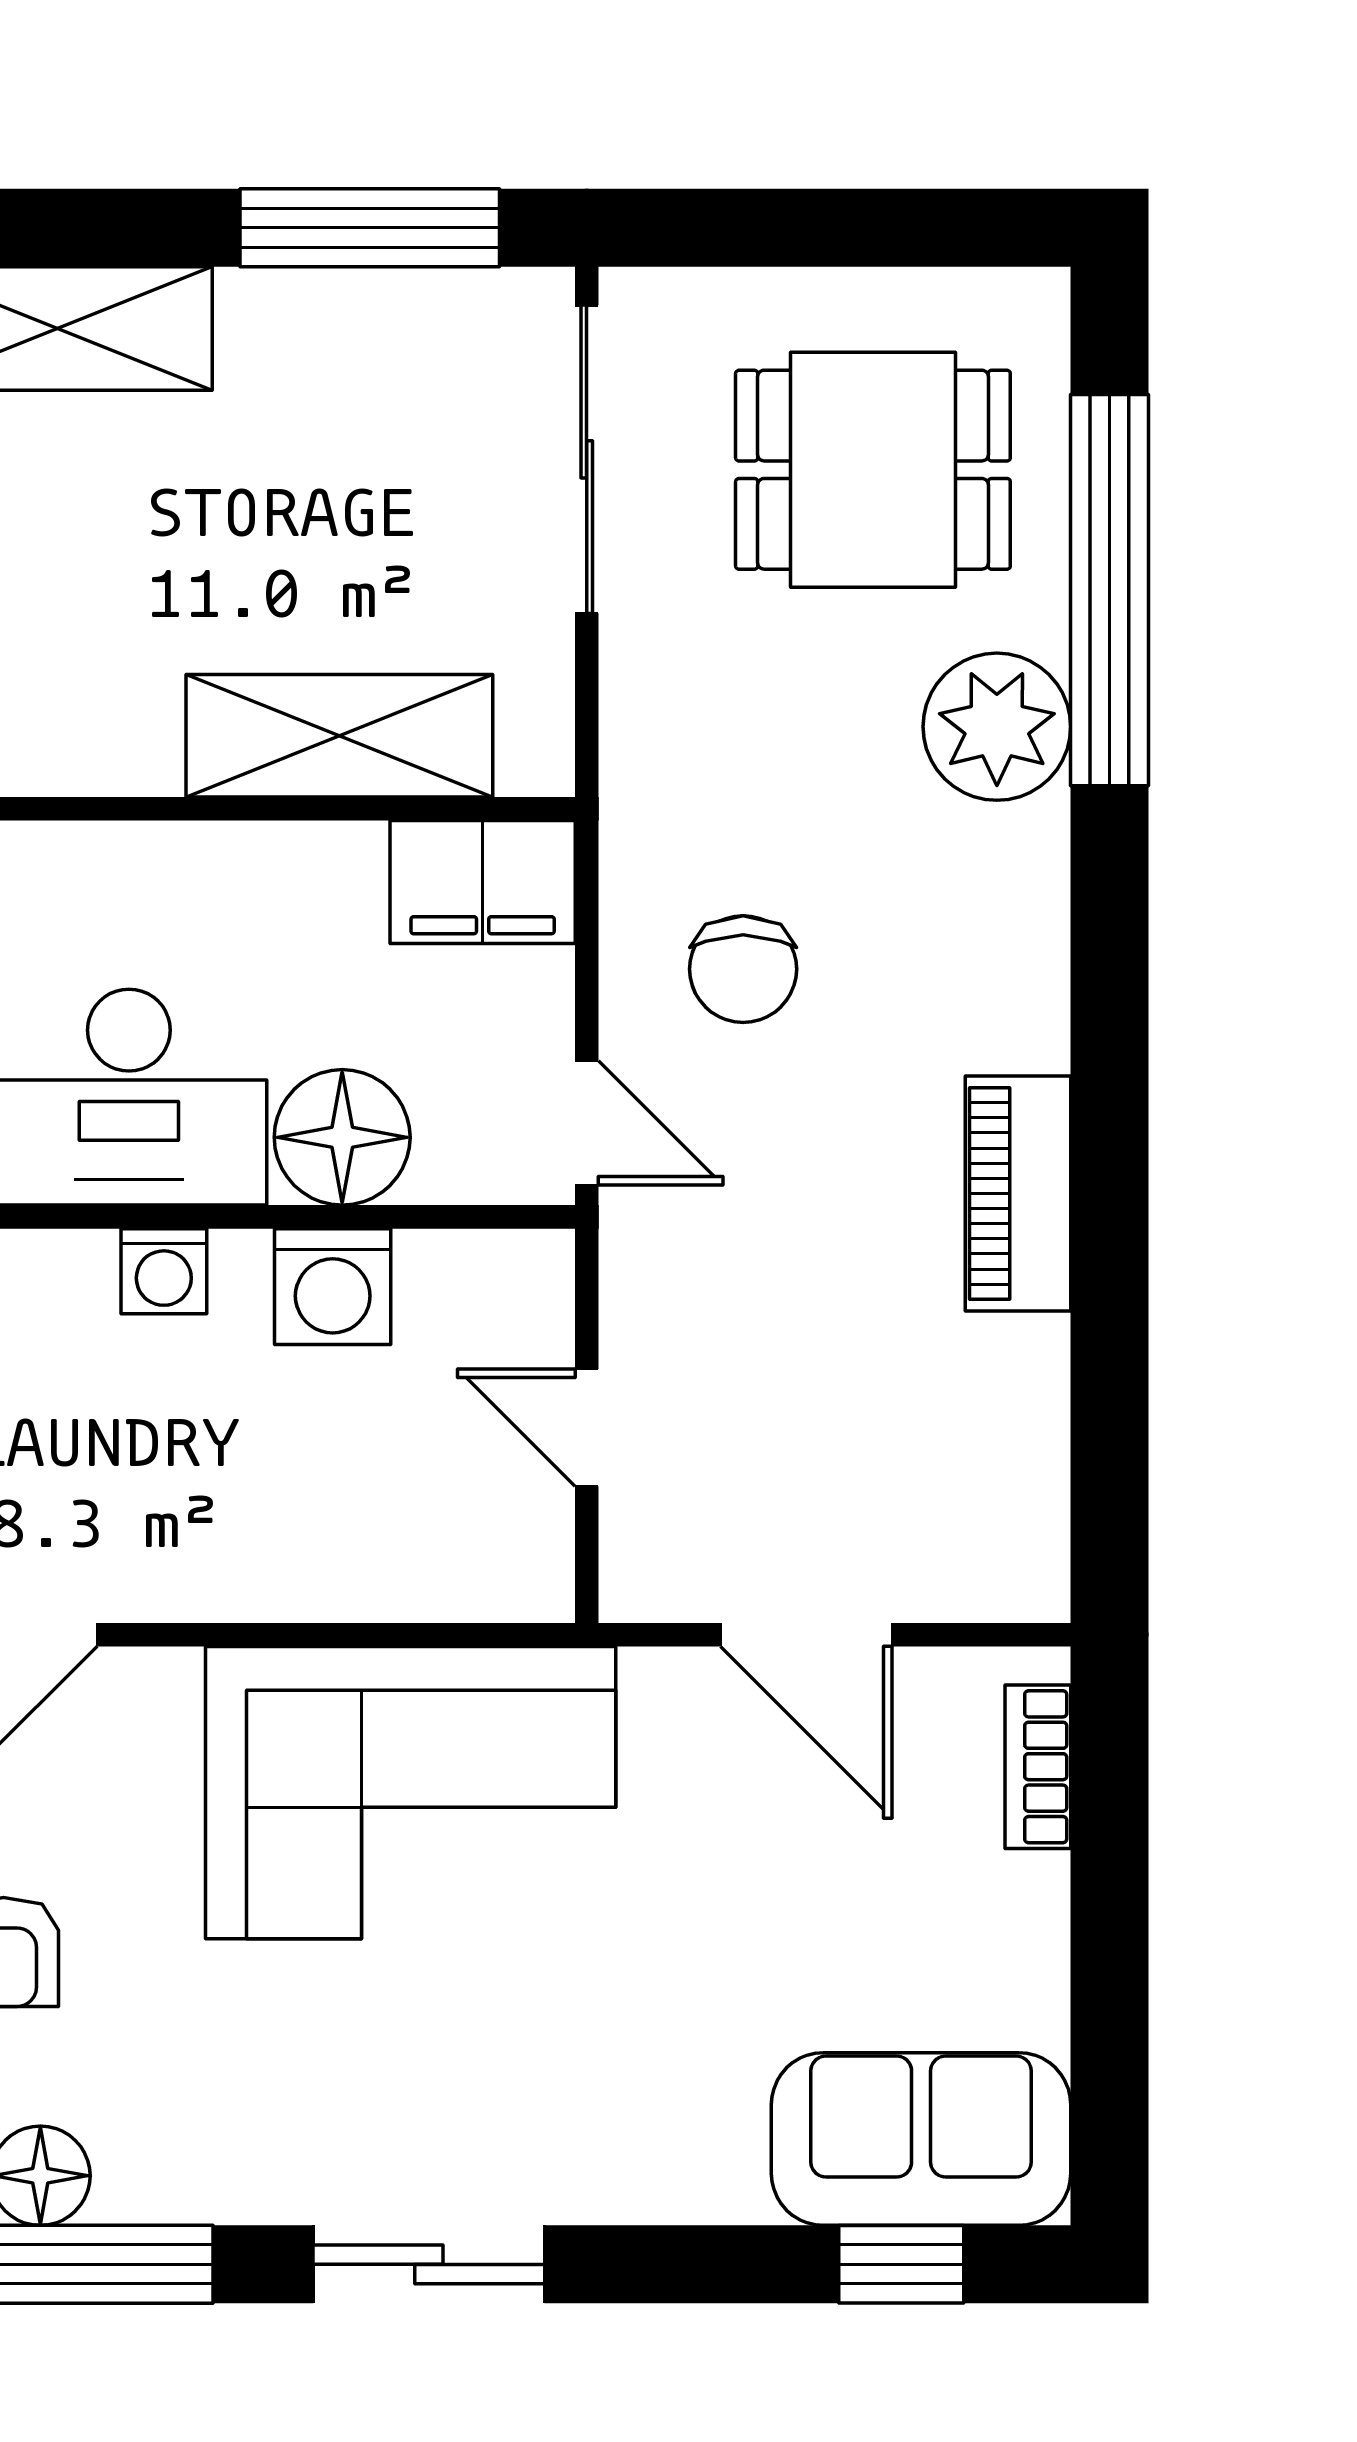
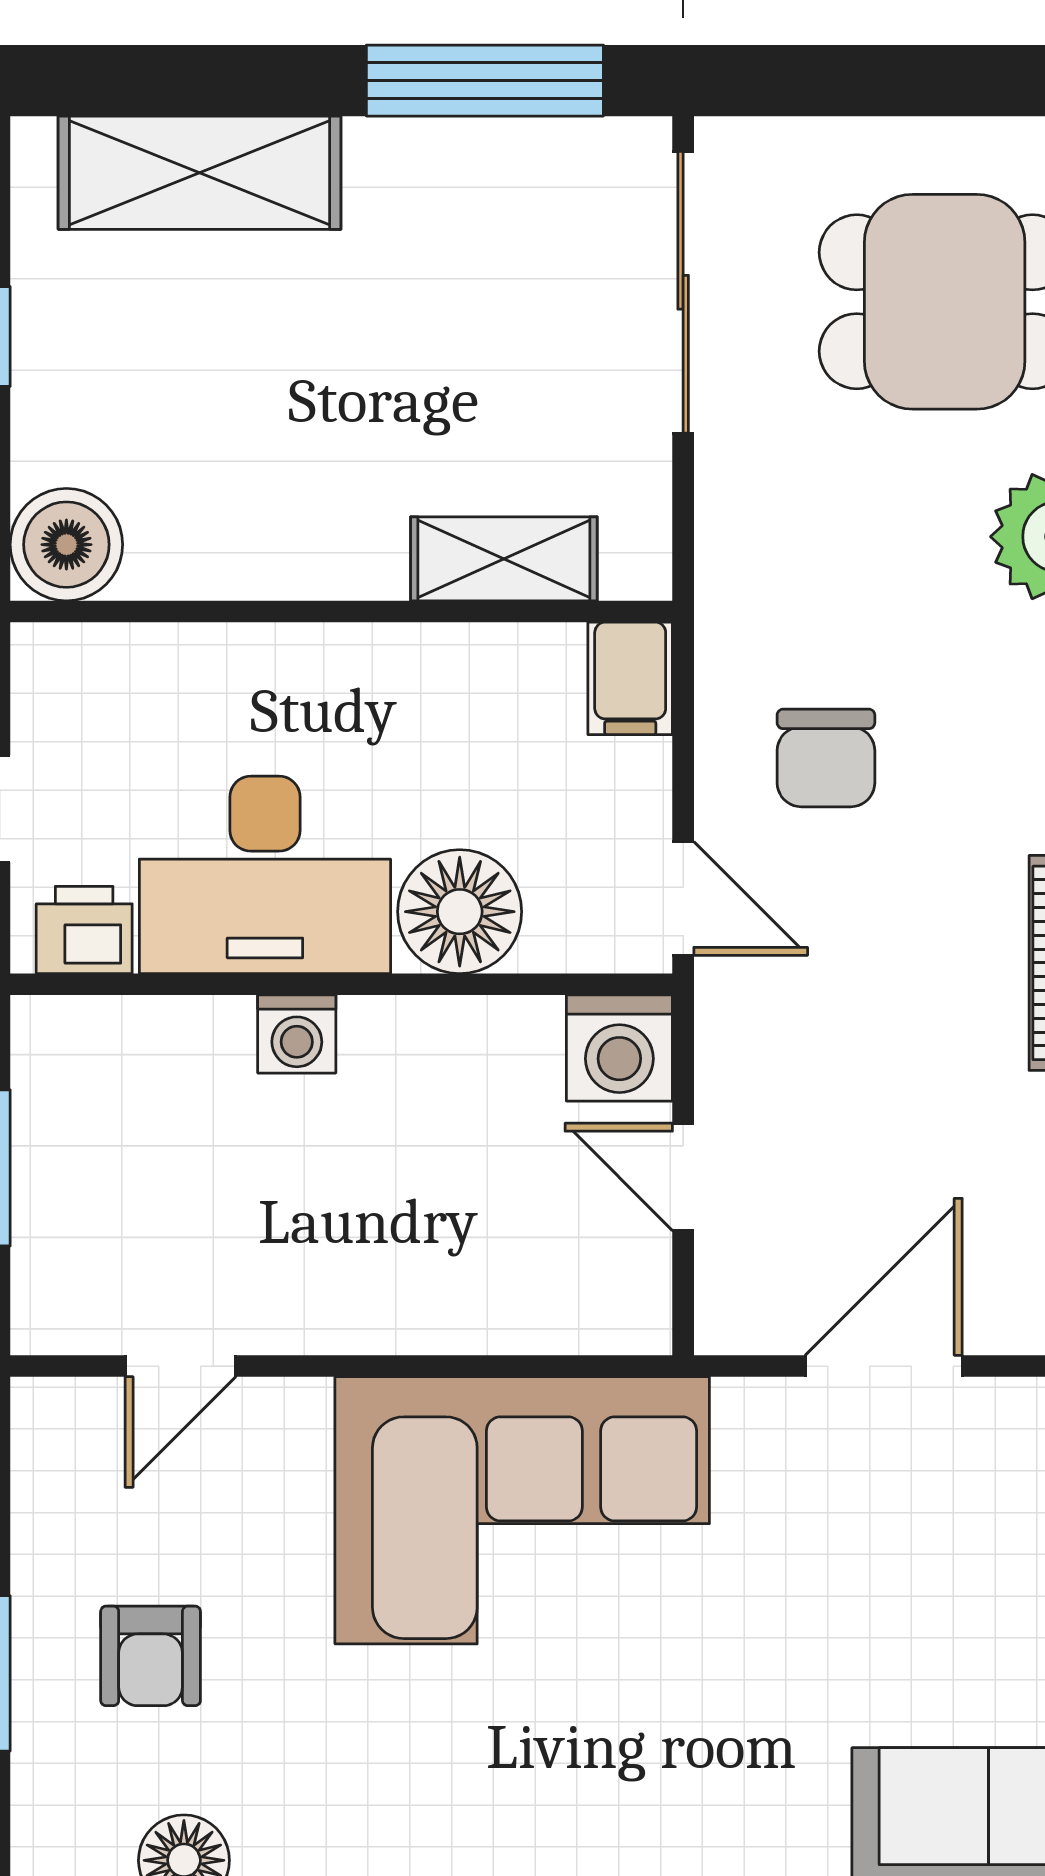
shelving: (339, 736) -> (504, 559), width x0.67, depth x0.75
filing cabinet: (483, 882) -> (630, 678), width x0.50
washing machine: (333, 1287) -> (619, 1048), moved
door: (806, 1635) -> (884, 1366), swing flipped

